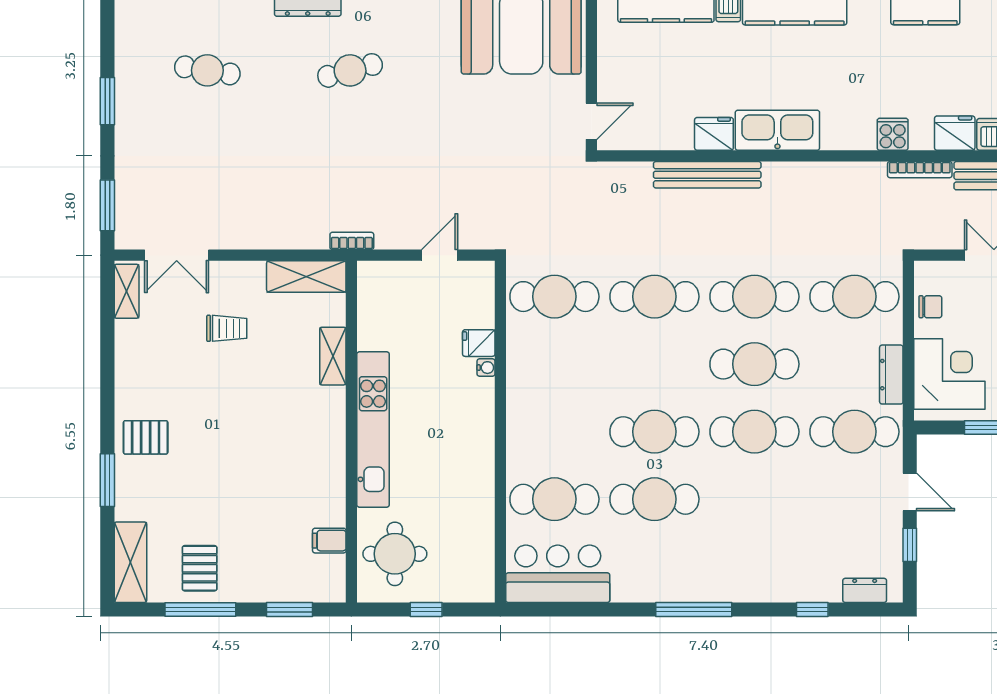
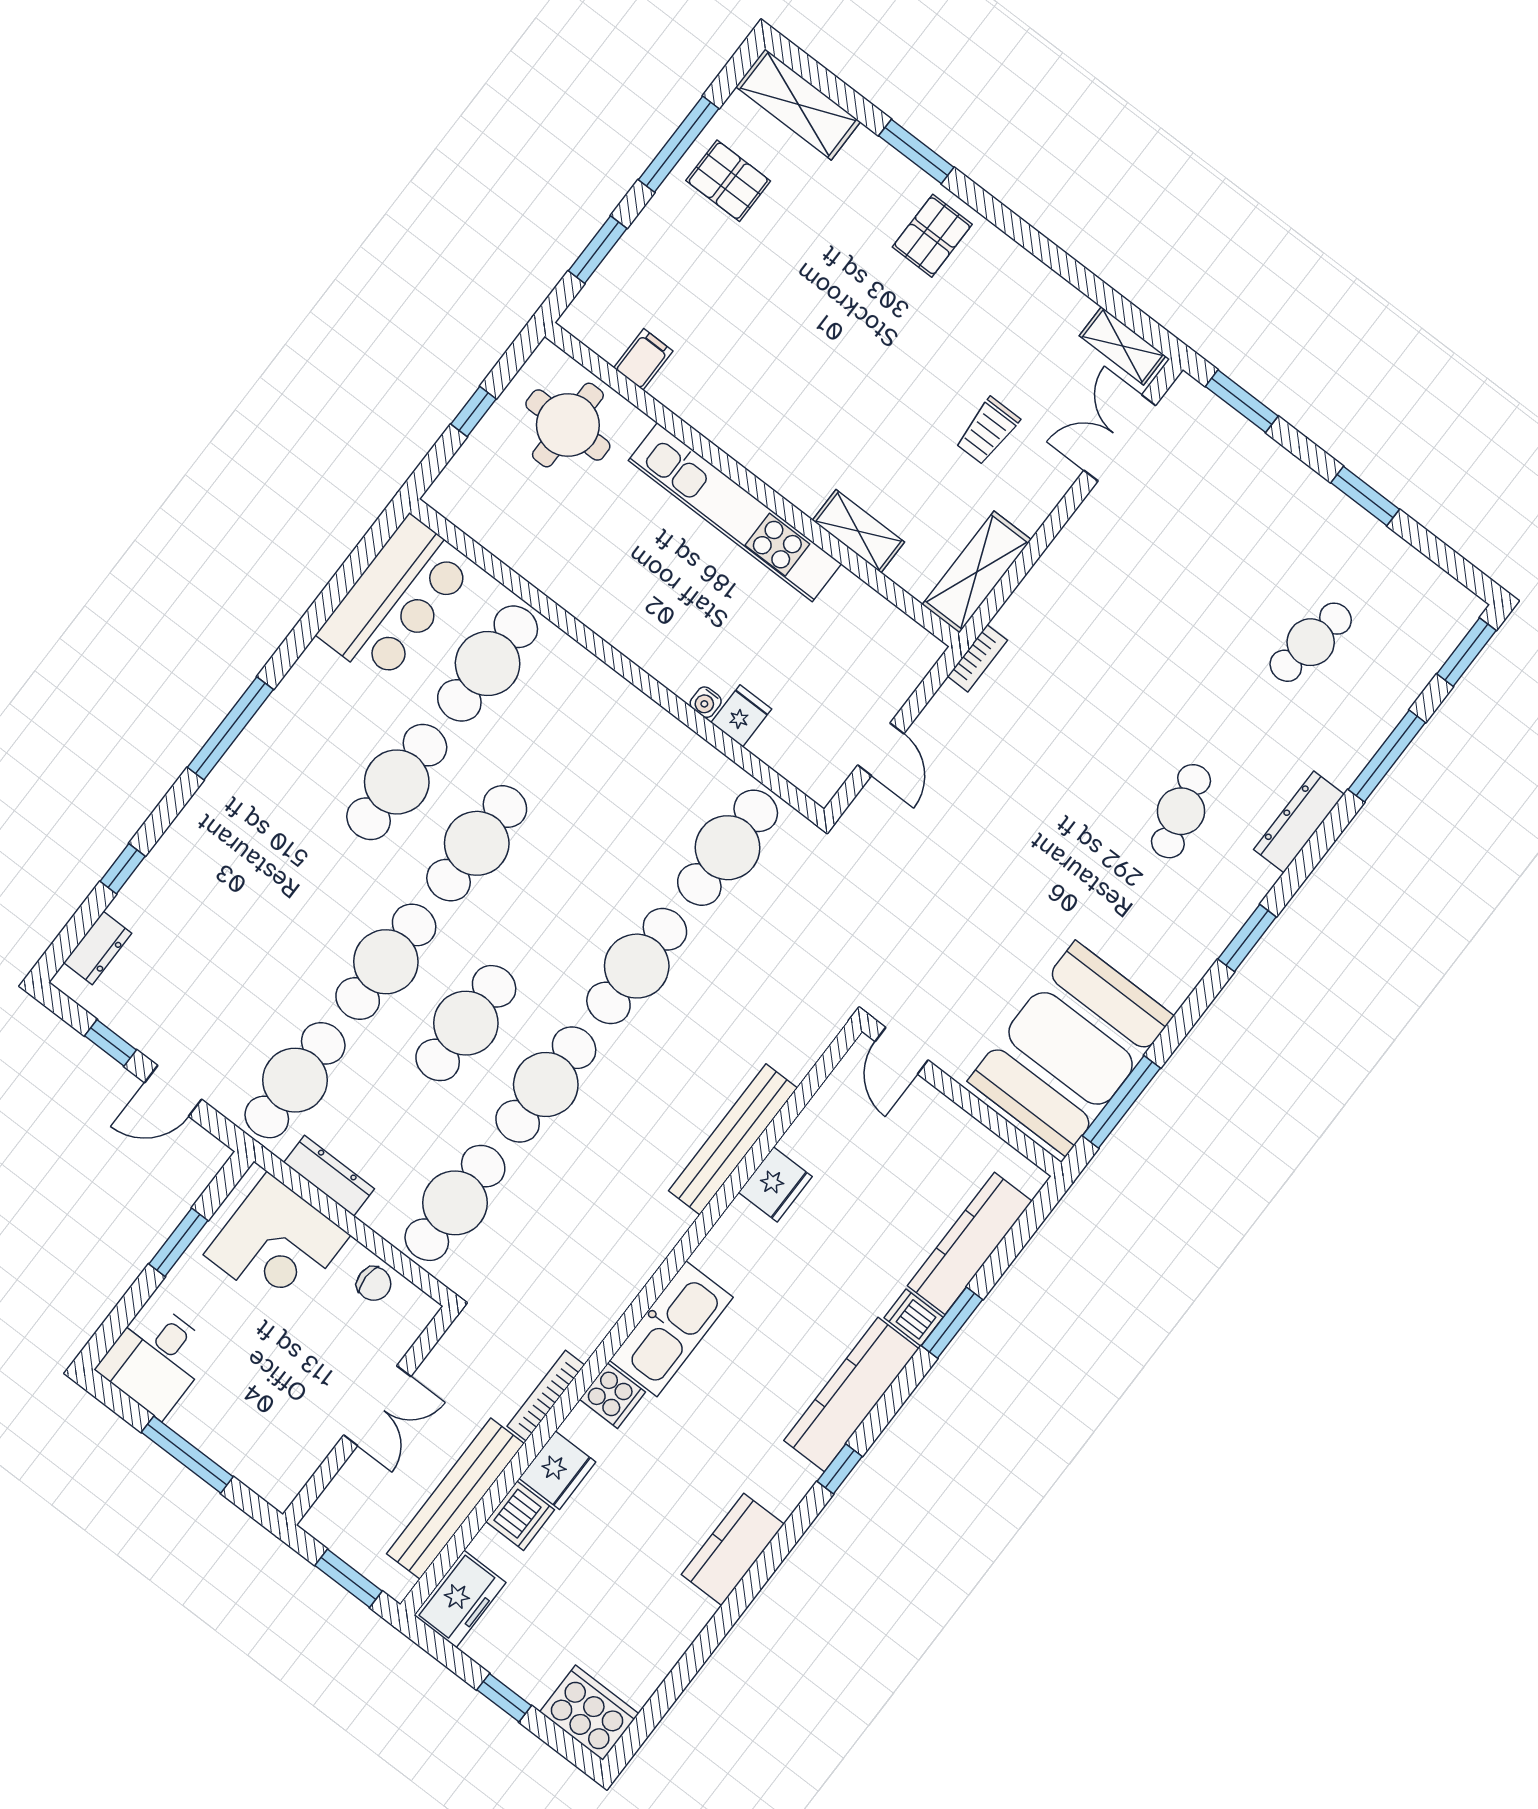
kitchen sink: (777, 130) -> (671, 1329), moved
chair: (930, 307) -> (374, 1284), turned -90

